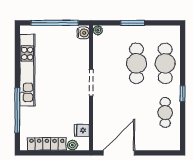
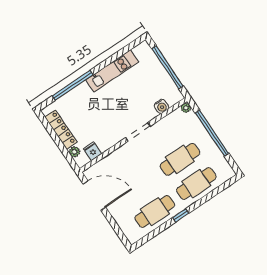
window: (133, 23) -> (212, 133), width x2.11
water cooler: (83, 33) -> (161, 106), moved
kitchen unit: (27, 70) -> (112, 71), width x0.73
cafe table: (165, 113) -> (155, 212), width x1.37, depth x1.35

